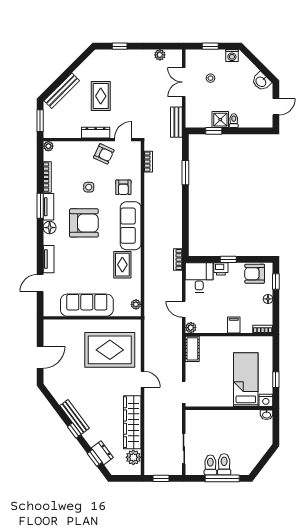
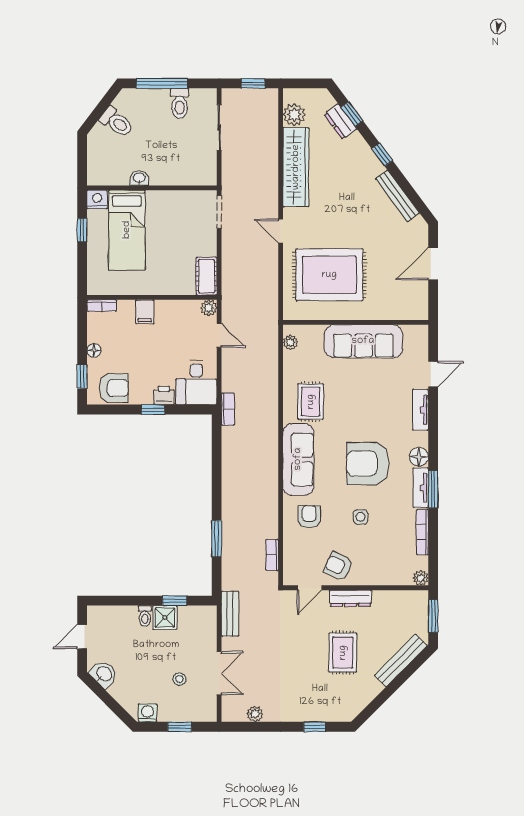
washbasin: (267, 415) -> (139, 178), moved
bench: (75, 417) -> (397, 196), moved
toilet: (224, 464) -> (117, 122), moved, turned -53

